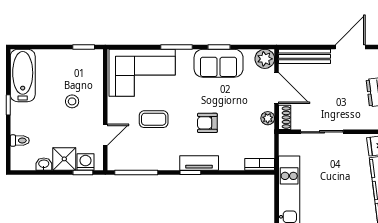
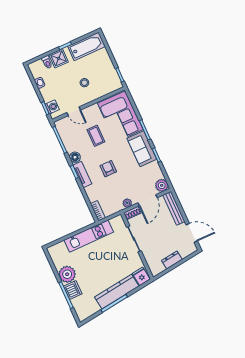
sofa: (219, 63) -> (142, 149), moved
shower: (64, 159) -> (59, 58), moved
floor lamp: (170, 162) -> (75, 157), added

